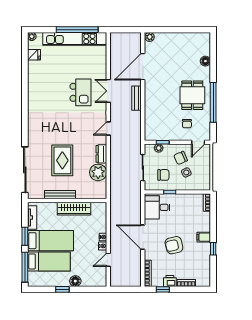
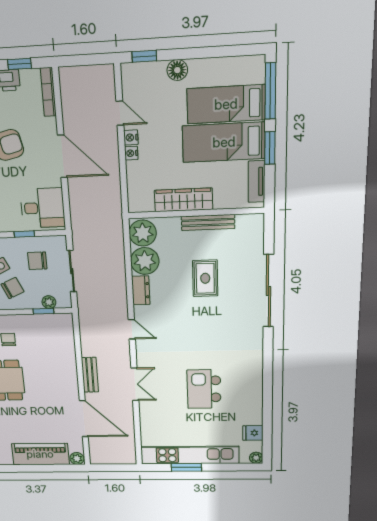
window: (77, 30) -> (186, 467), width x0.47
piano: (174, 40) -> (40, 454), added
door: (143, 67) -> (84, 419), hinge flipped
kitchen island: (80, 92) -> (204, 389), moved
door: (108, 129) -> (132, 329), hinge flipped
rug: (62, 160) -> (205, 278), width x0.73, depth x0.70
sliding door: (25, 170) -> (268, 291), moved
plant: (99, 190) -> (143, 233), added
door: (108, 260) -> (120, 113), hinge flipped
window: (62, 289) -> (144, 56), moved

